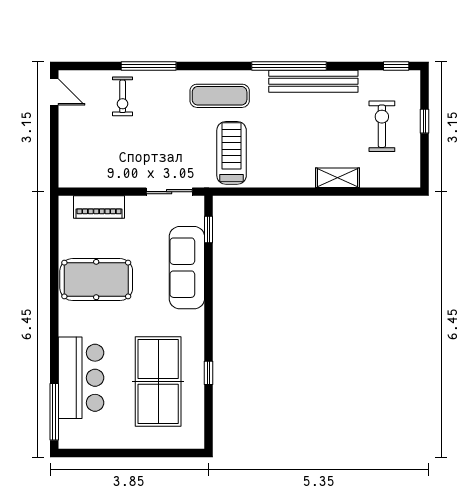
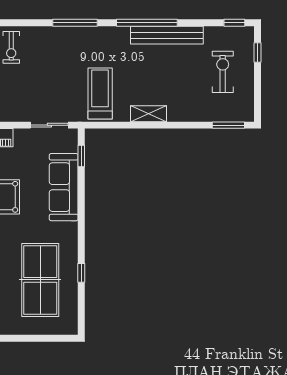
window: (149, 66) -> (75, 23), moved
exercise mat: (220, 96) -> (90, 47), removed
window: (425, 121) -> (258, 53), moved
shelving: (337, 178) -> (149, 114), moved
window: (389, 192) -> (228, 125), added

